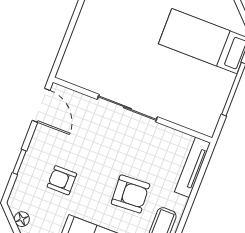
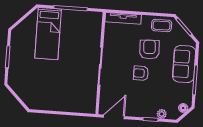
armchair: (62, 180) -> (141, 73), moved, turned 90
plant: (23, 182) -> (162, 114), added

